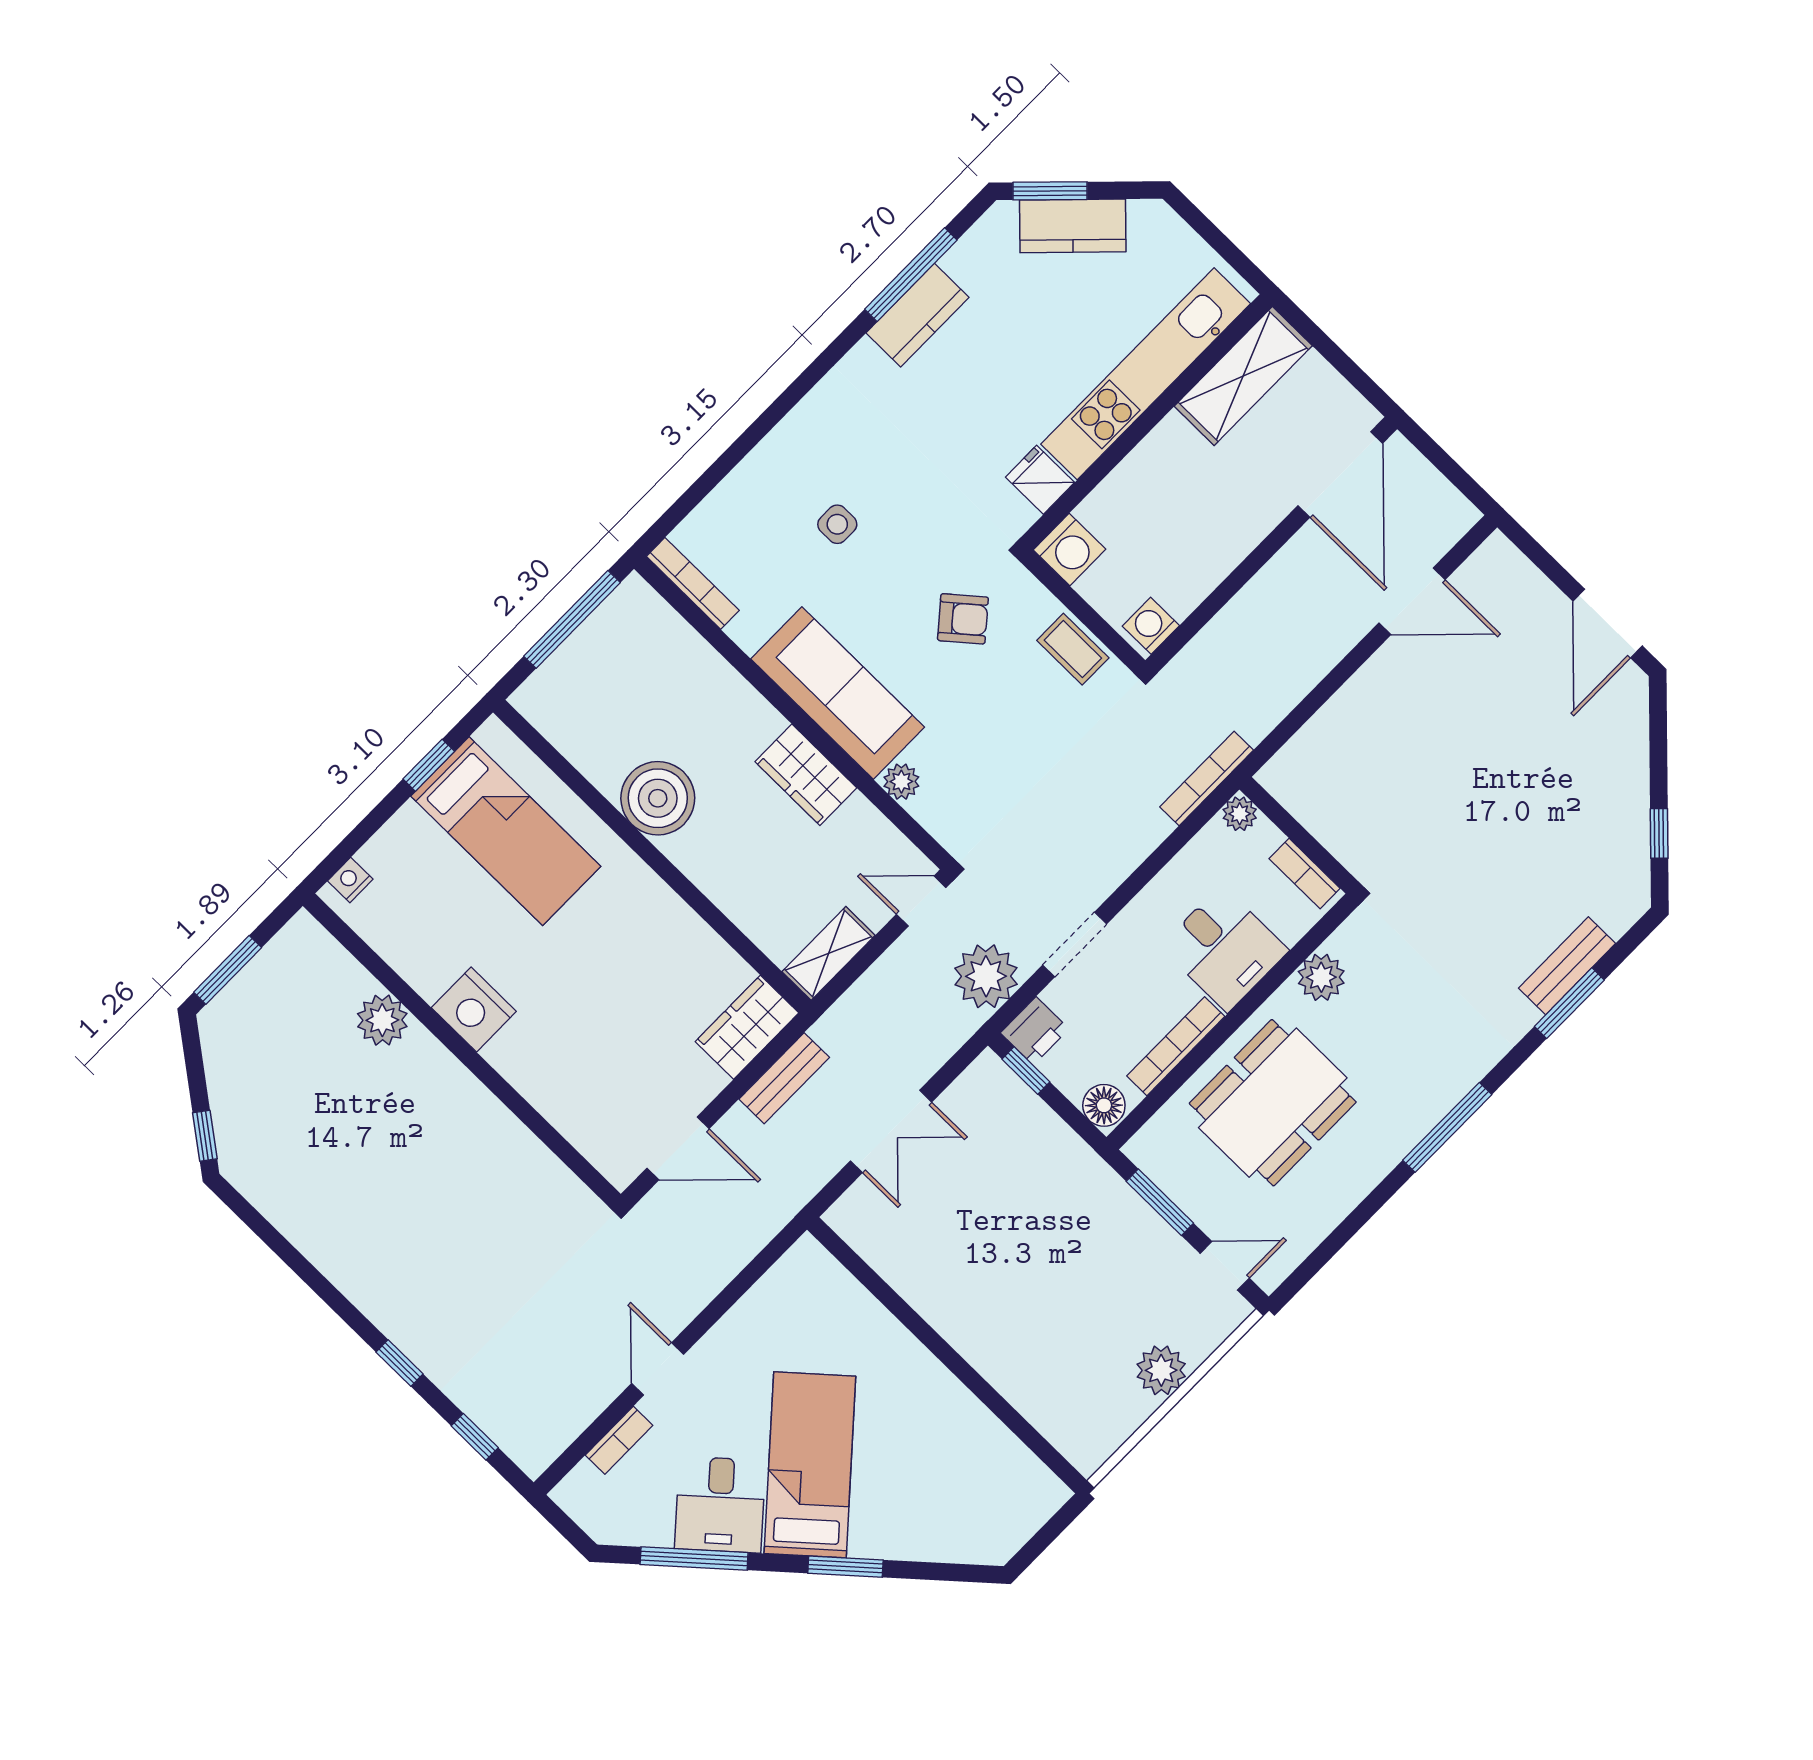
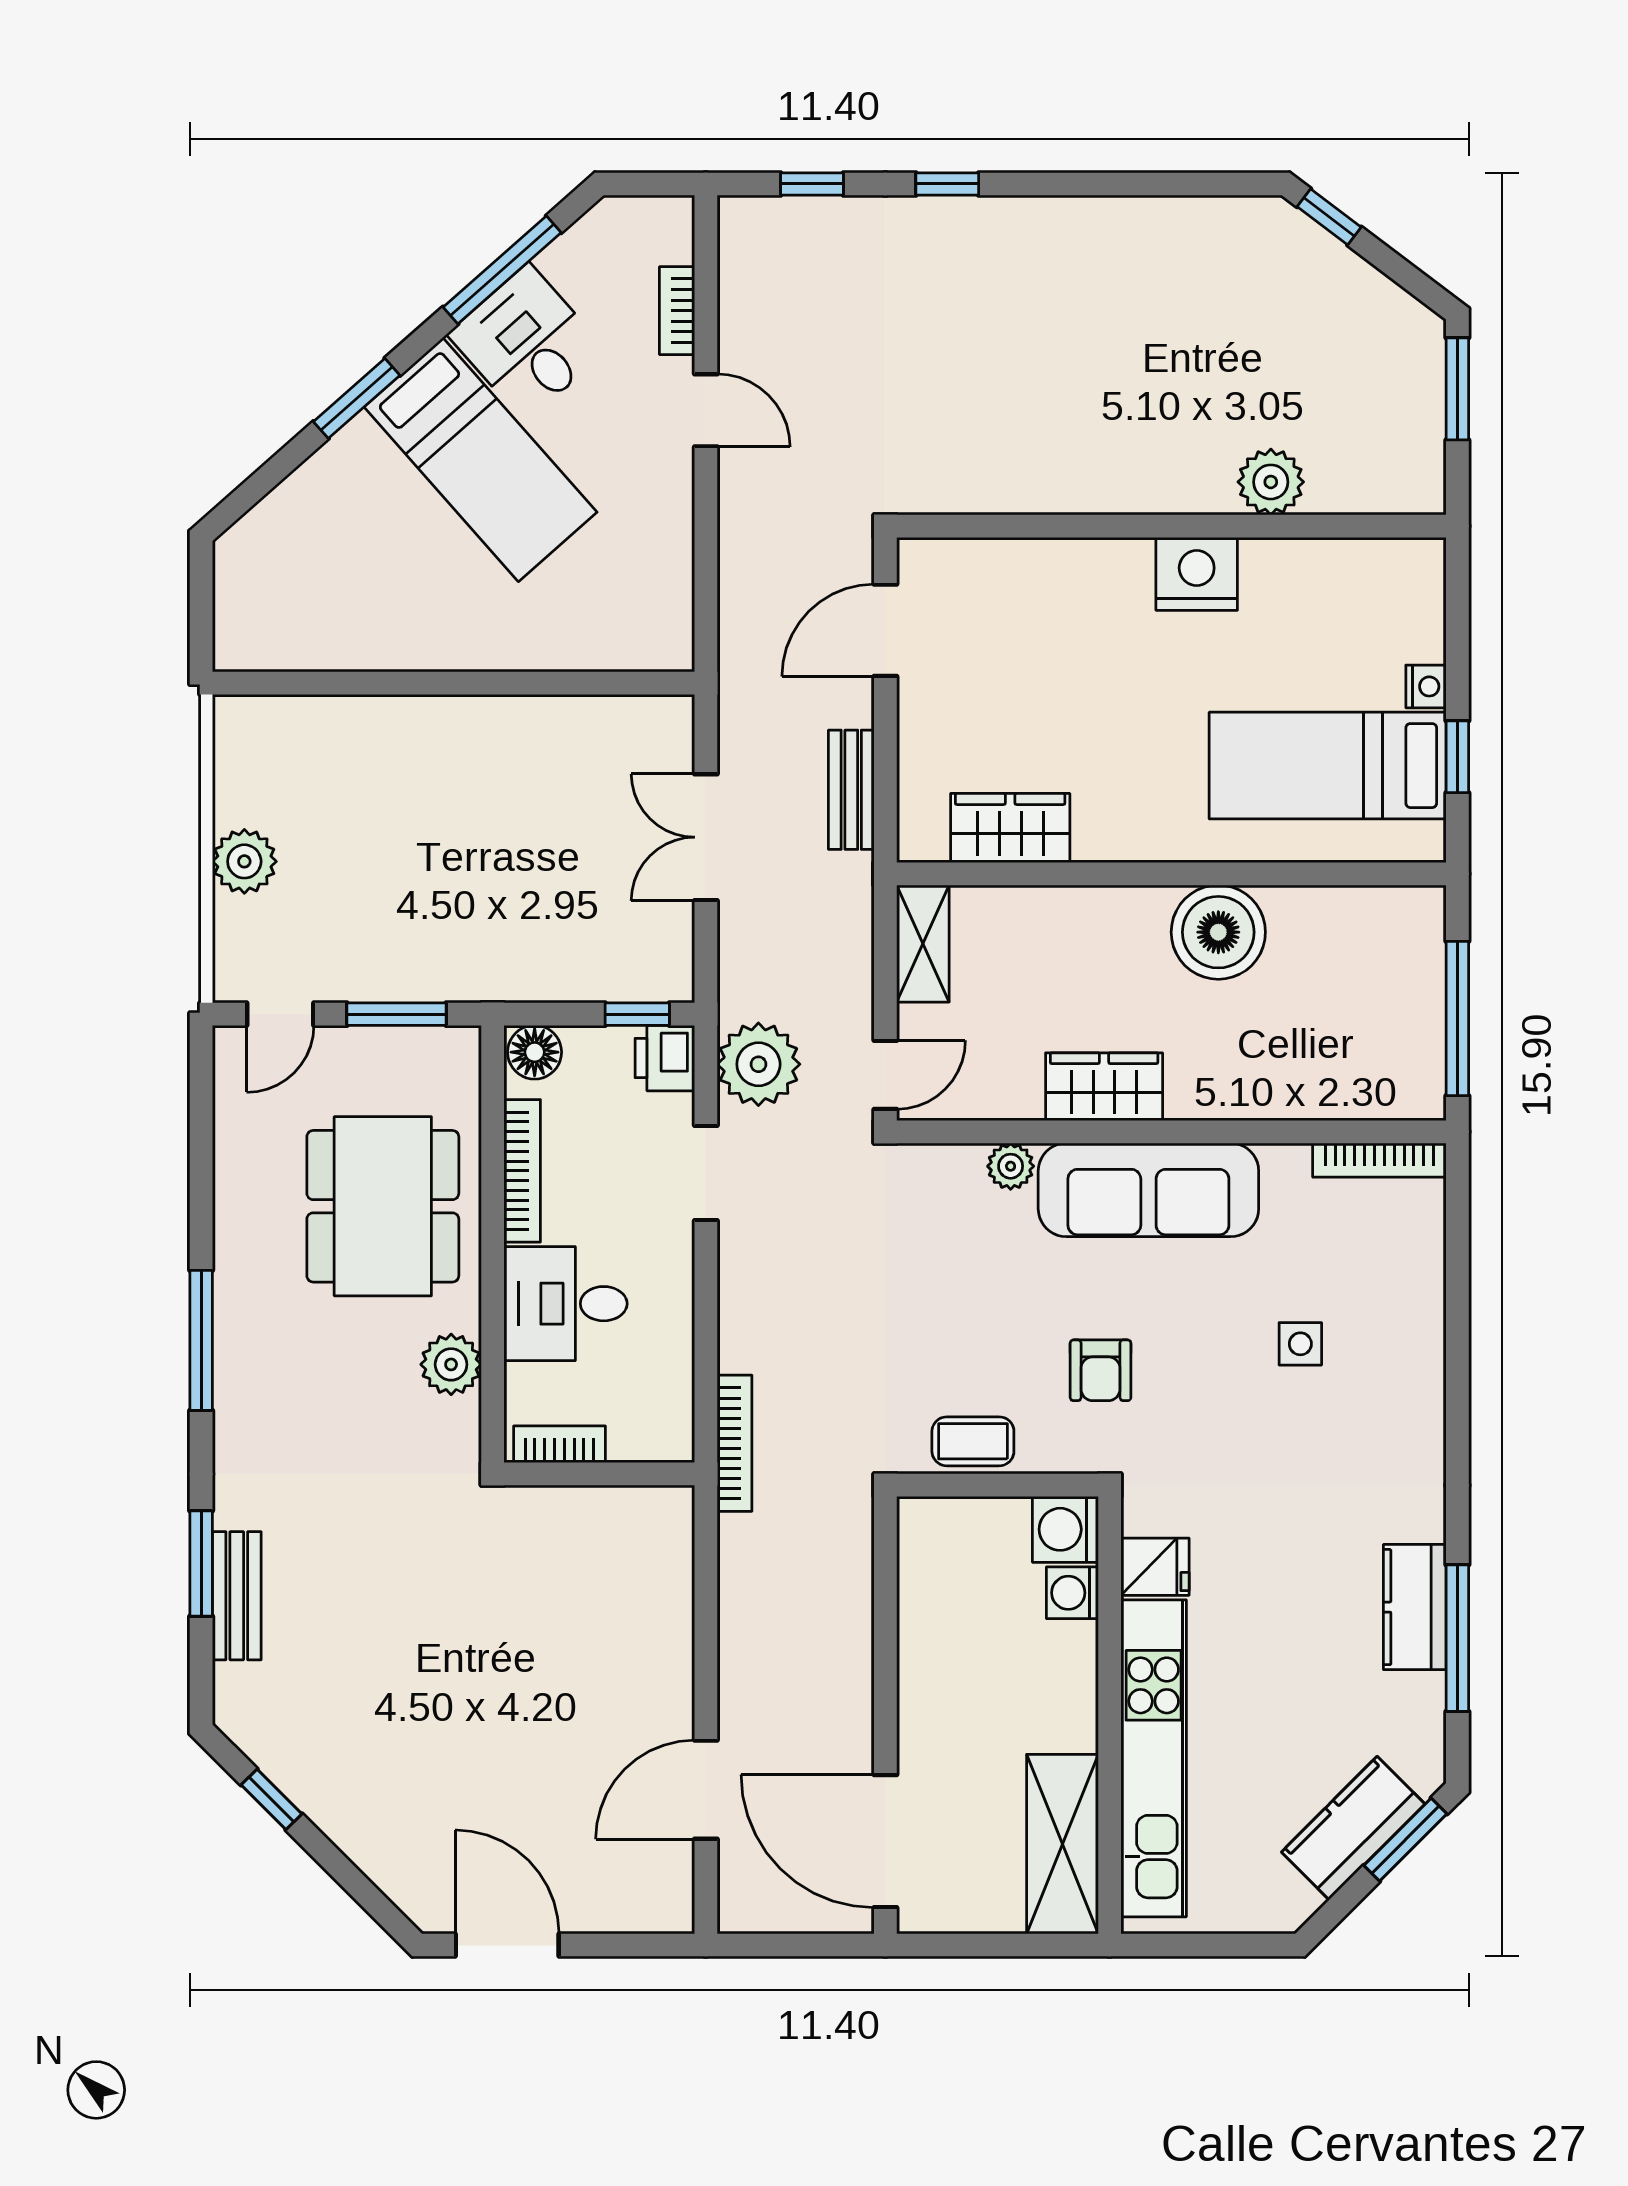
armchair: (963, 619) -> (1101, 1370), turned -50
washing machine: (1151, 626) -> (1072, 1593), moved, turned 180
plant: (1240, 814) -> (672, 1441), removed
nightstand: (350, 880) -> (1426, 686), moved
wardrobe: (747, 1027) -> (1010, 828), moved, turned -90

